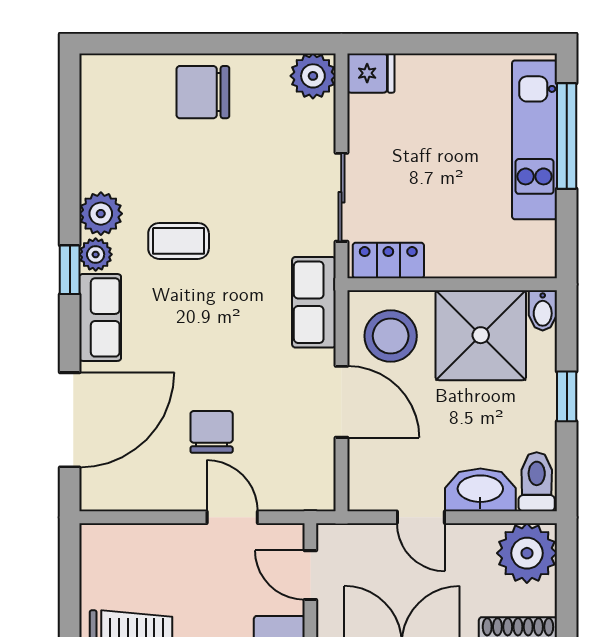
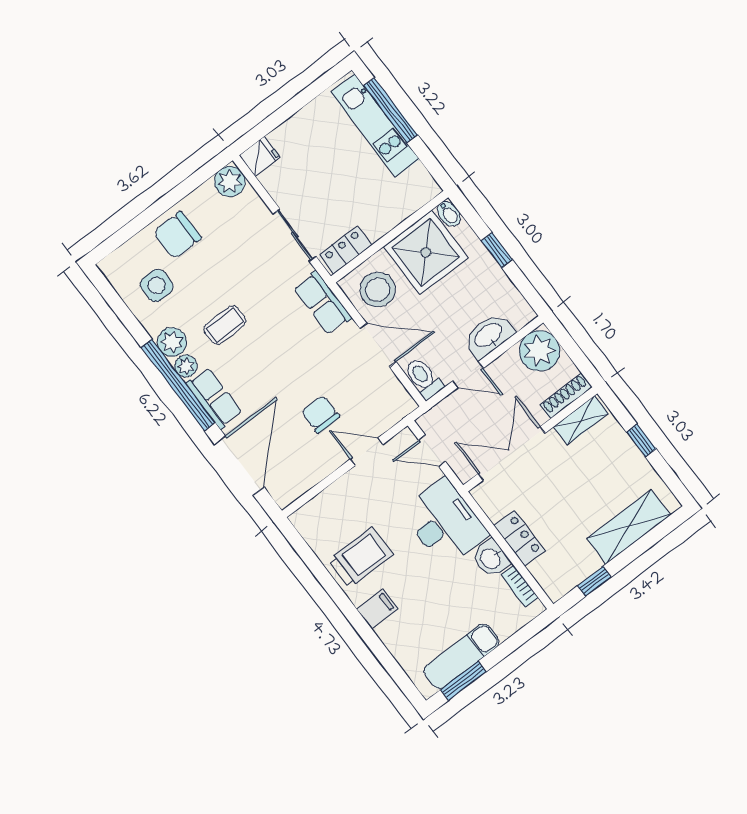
side table: (133, 133) -> (157, 285), added
window: (70, 270) -> (178, 385), width x3.17
toilet: (537, 482) -> (424, 378), moved

